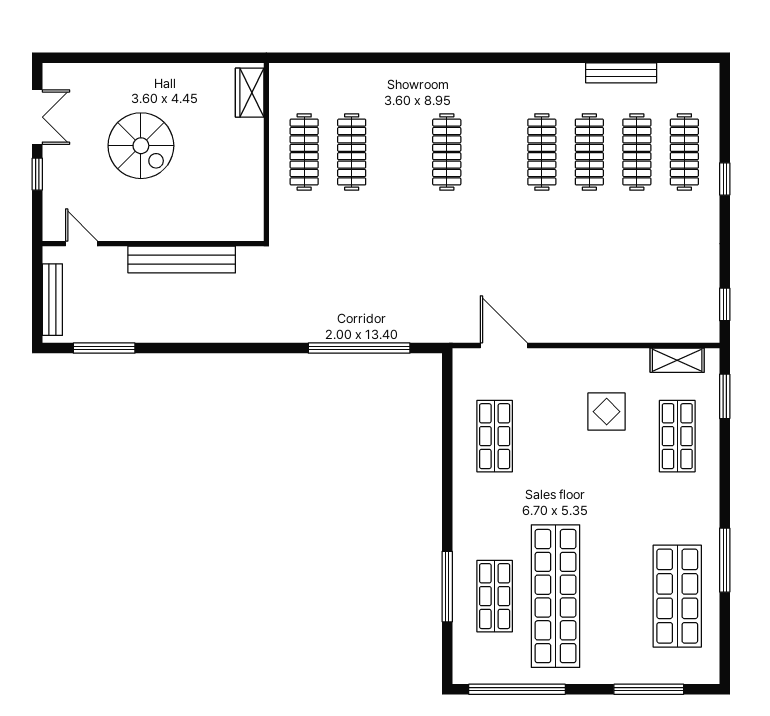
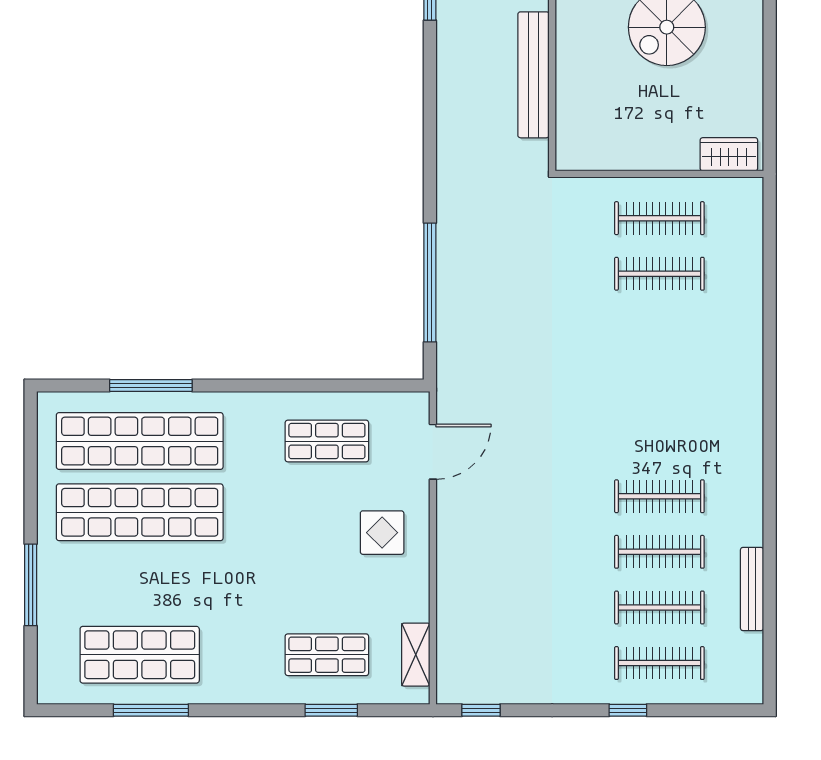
clothes rail: (447, 152) -> (659, 385), removed
window: (725, 396) -> (331, 710), moved
display table: (607, 412) -> (382, 533), moved
window: (725, 560) -> (151, 710), moved
shop shelf: (495, 596) -> (140, 441), width x2.00, depth x1.36
window: (517, 689) -> (31, 467), removed
window: (649, 689) -> (31, 585), moved

